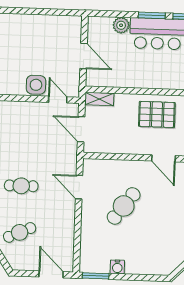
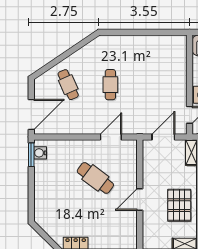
door: (163, 158) -> (140, 199), moved
water cooler: (117, 267) -> (40, 153), moved
door: (51, 274) -> (31, 114), width x1.36

